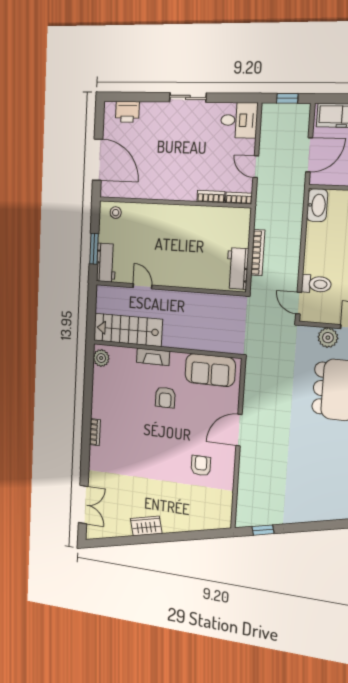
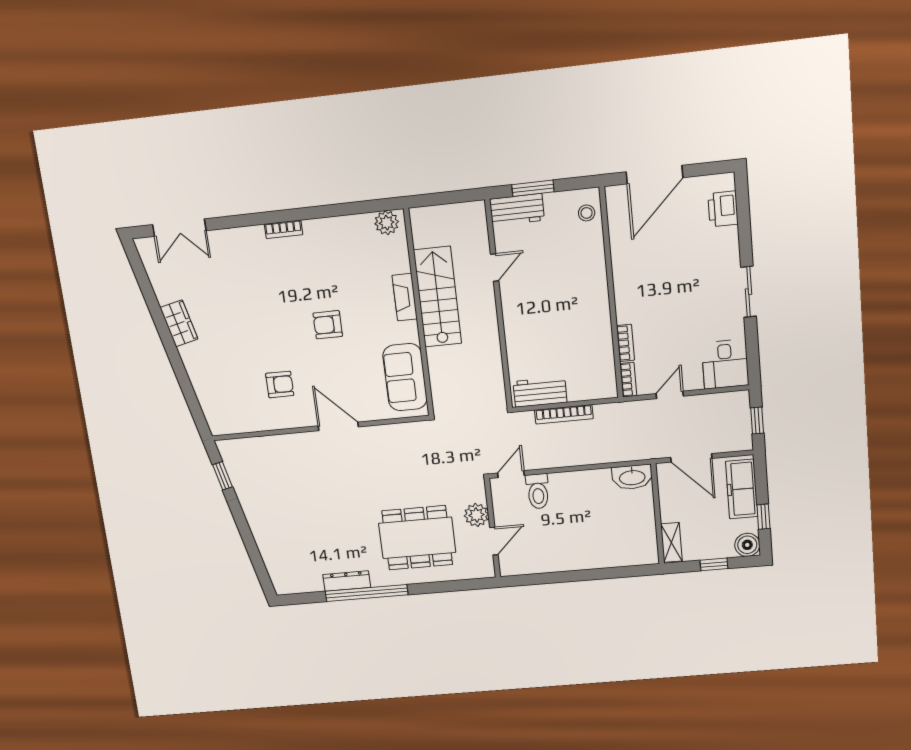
stairs: (128, 330) -> (438, 297), moved
armchair: (165, 397) -> (328, 325), moved

